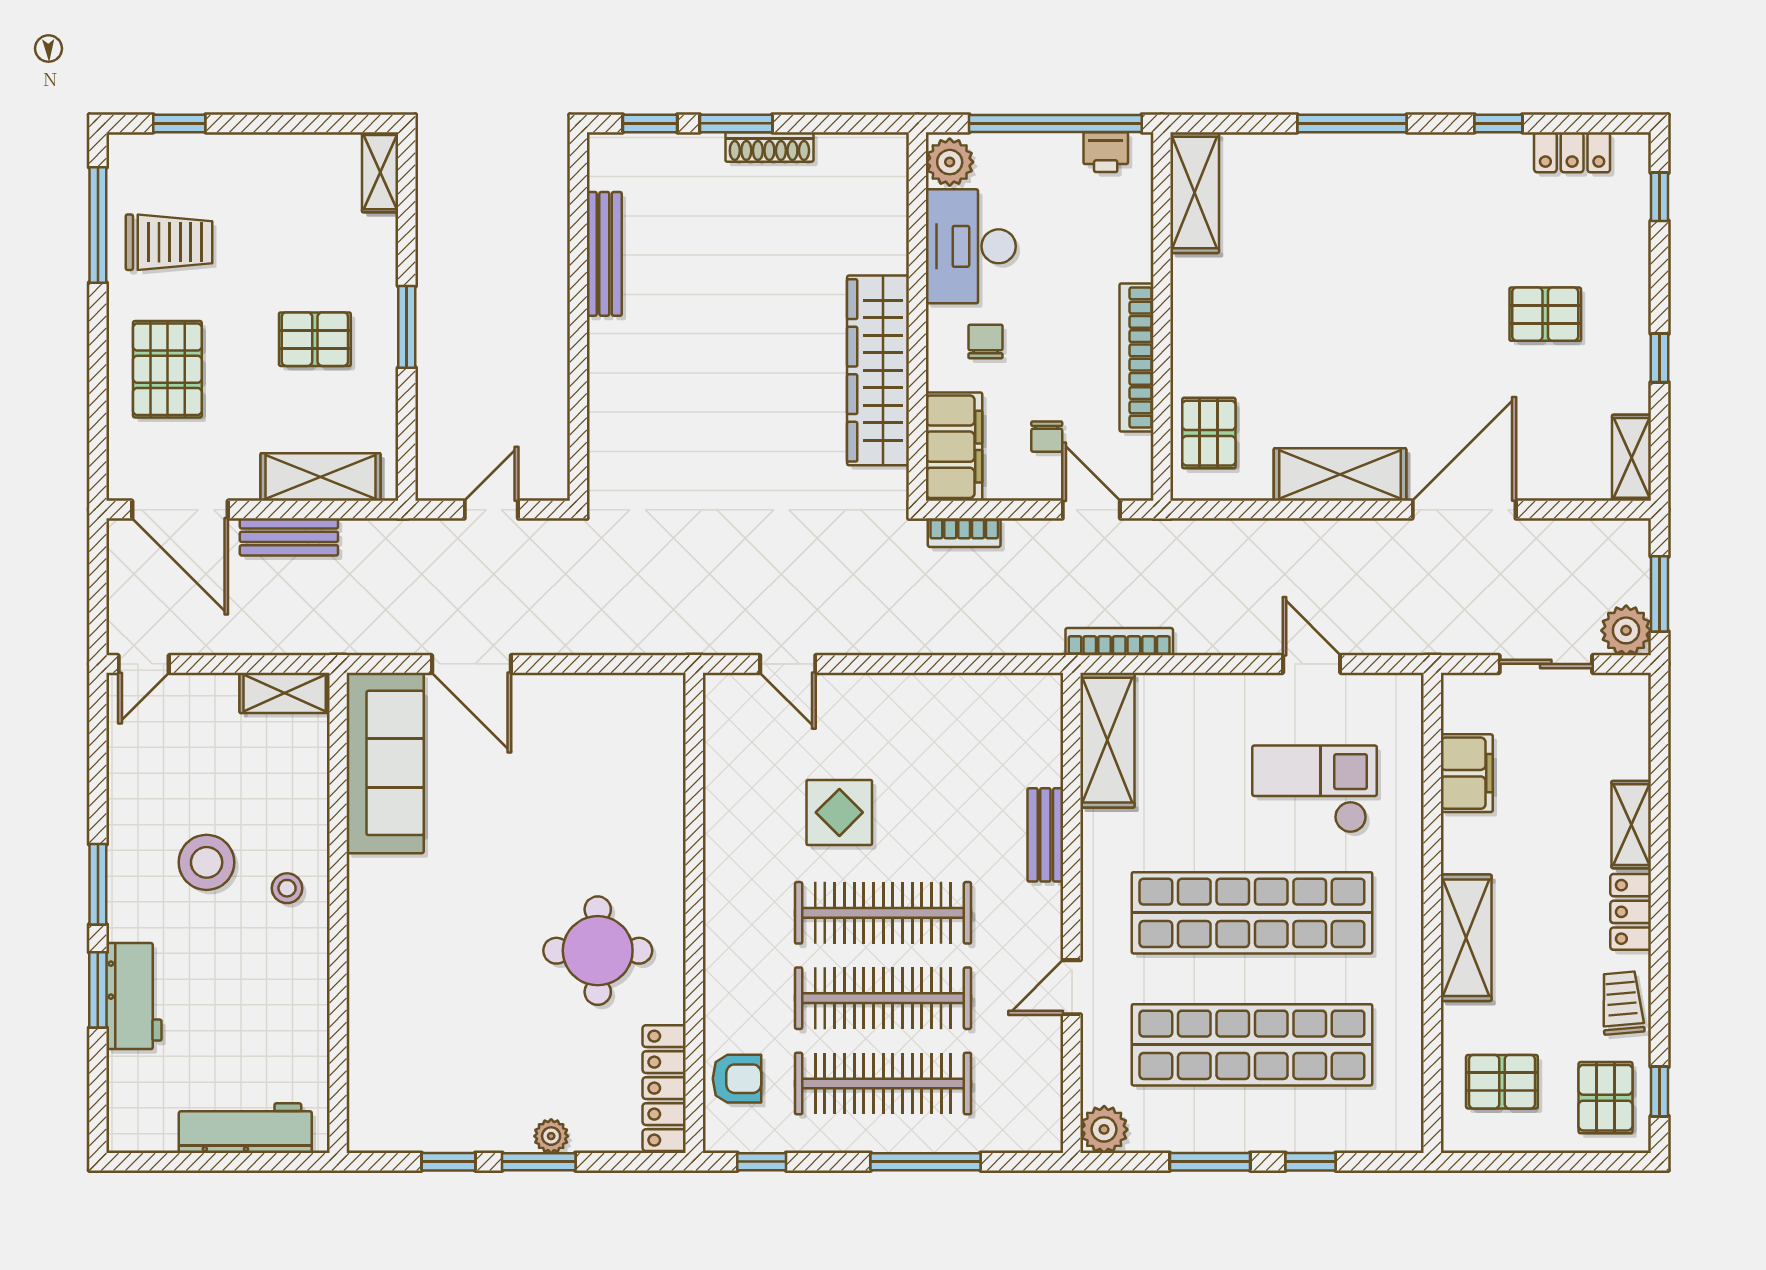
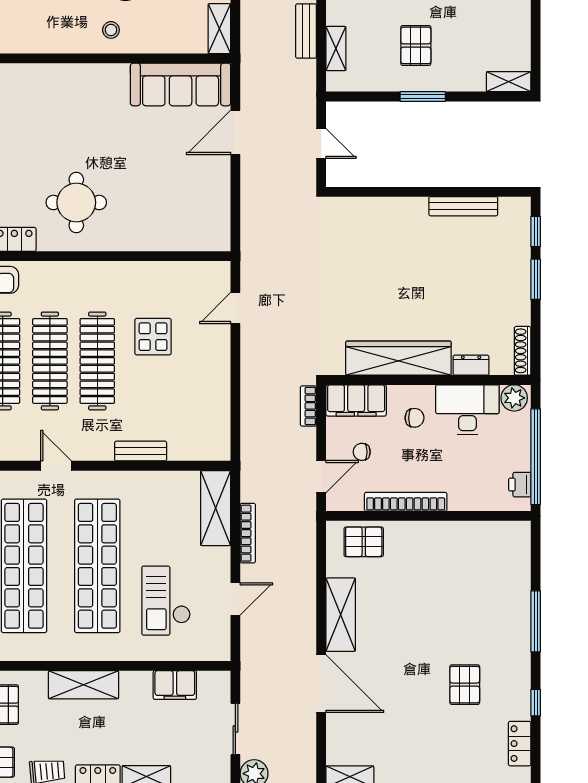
shoe rack: (769, 147) -> (523, 351), moved
shelving: (1195, 193) -> (497, 534), removed
dresser: (891, 240) -> (471, 365), added
pallet: (1545, 314) -> (465, 685), moved
shelving: (321, 477) -> (336, 49), width x0.67, depth x0.75
bookcase: (1119, 642) -> (248, 533), moved
shelving: (1107, 740) -> (216, 508), moved, turned 90
checkout: (1315, 789) -> (166, 601), turned 180

